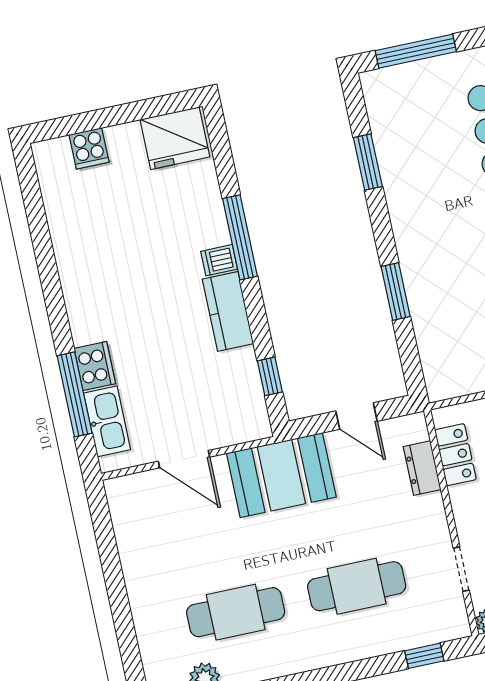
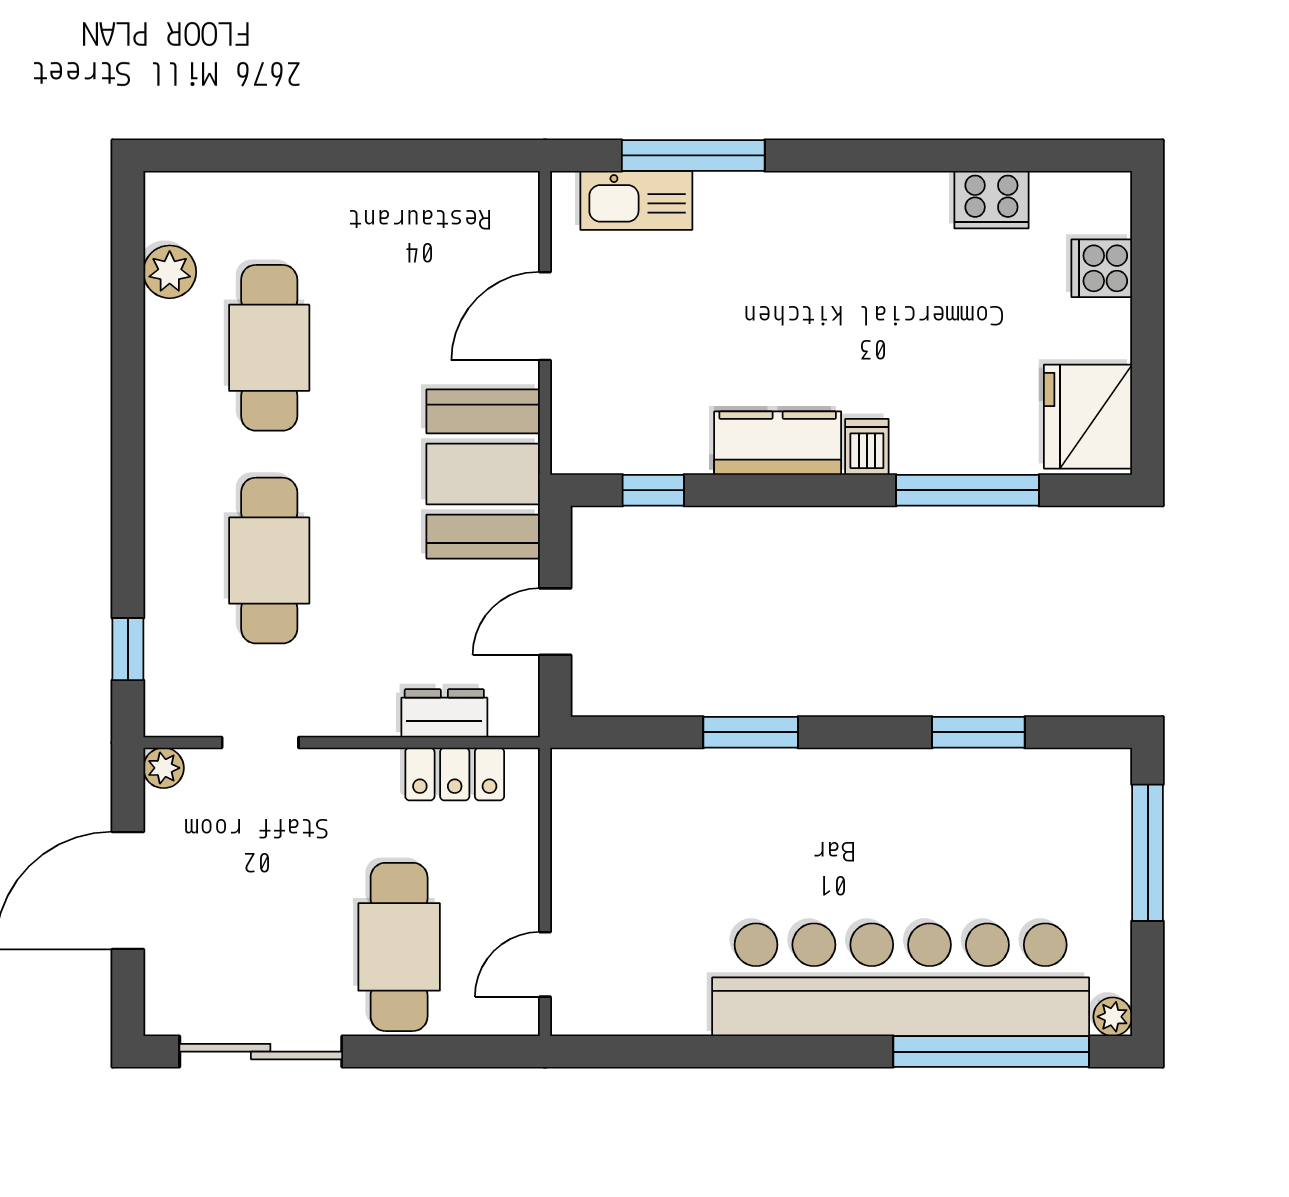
window: (240, 237) -> (967, 490), moved
cooker: (95, 366) -> (991, 200), moved

